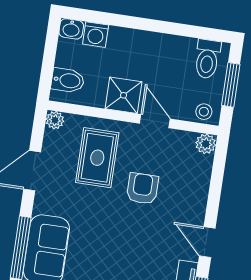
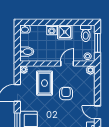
washing machine: (96, 35) -> (52, 30), moved
shower: (124, 95) -> (65, 32), moved
door: (155, 121) -> (67, 64), hinge flipped

